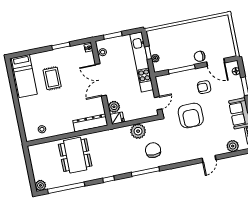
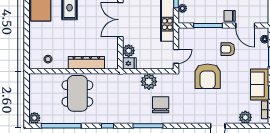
dresser: (90, 123) -> (86, 63), moved

